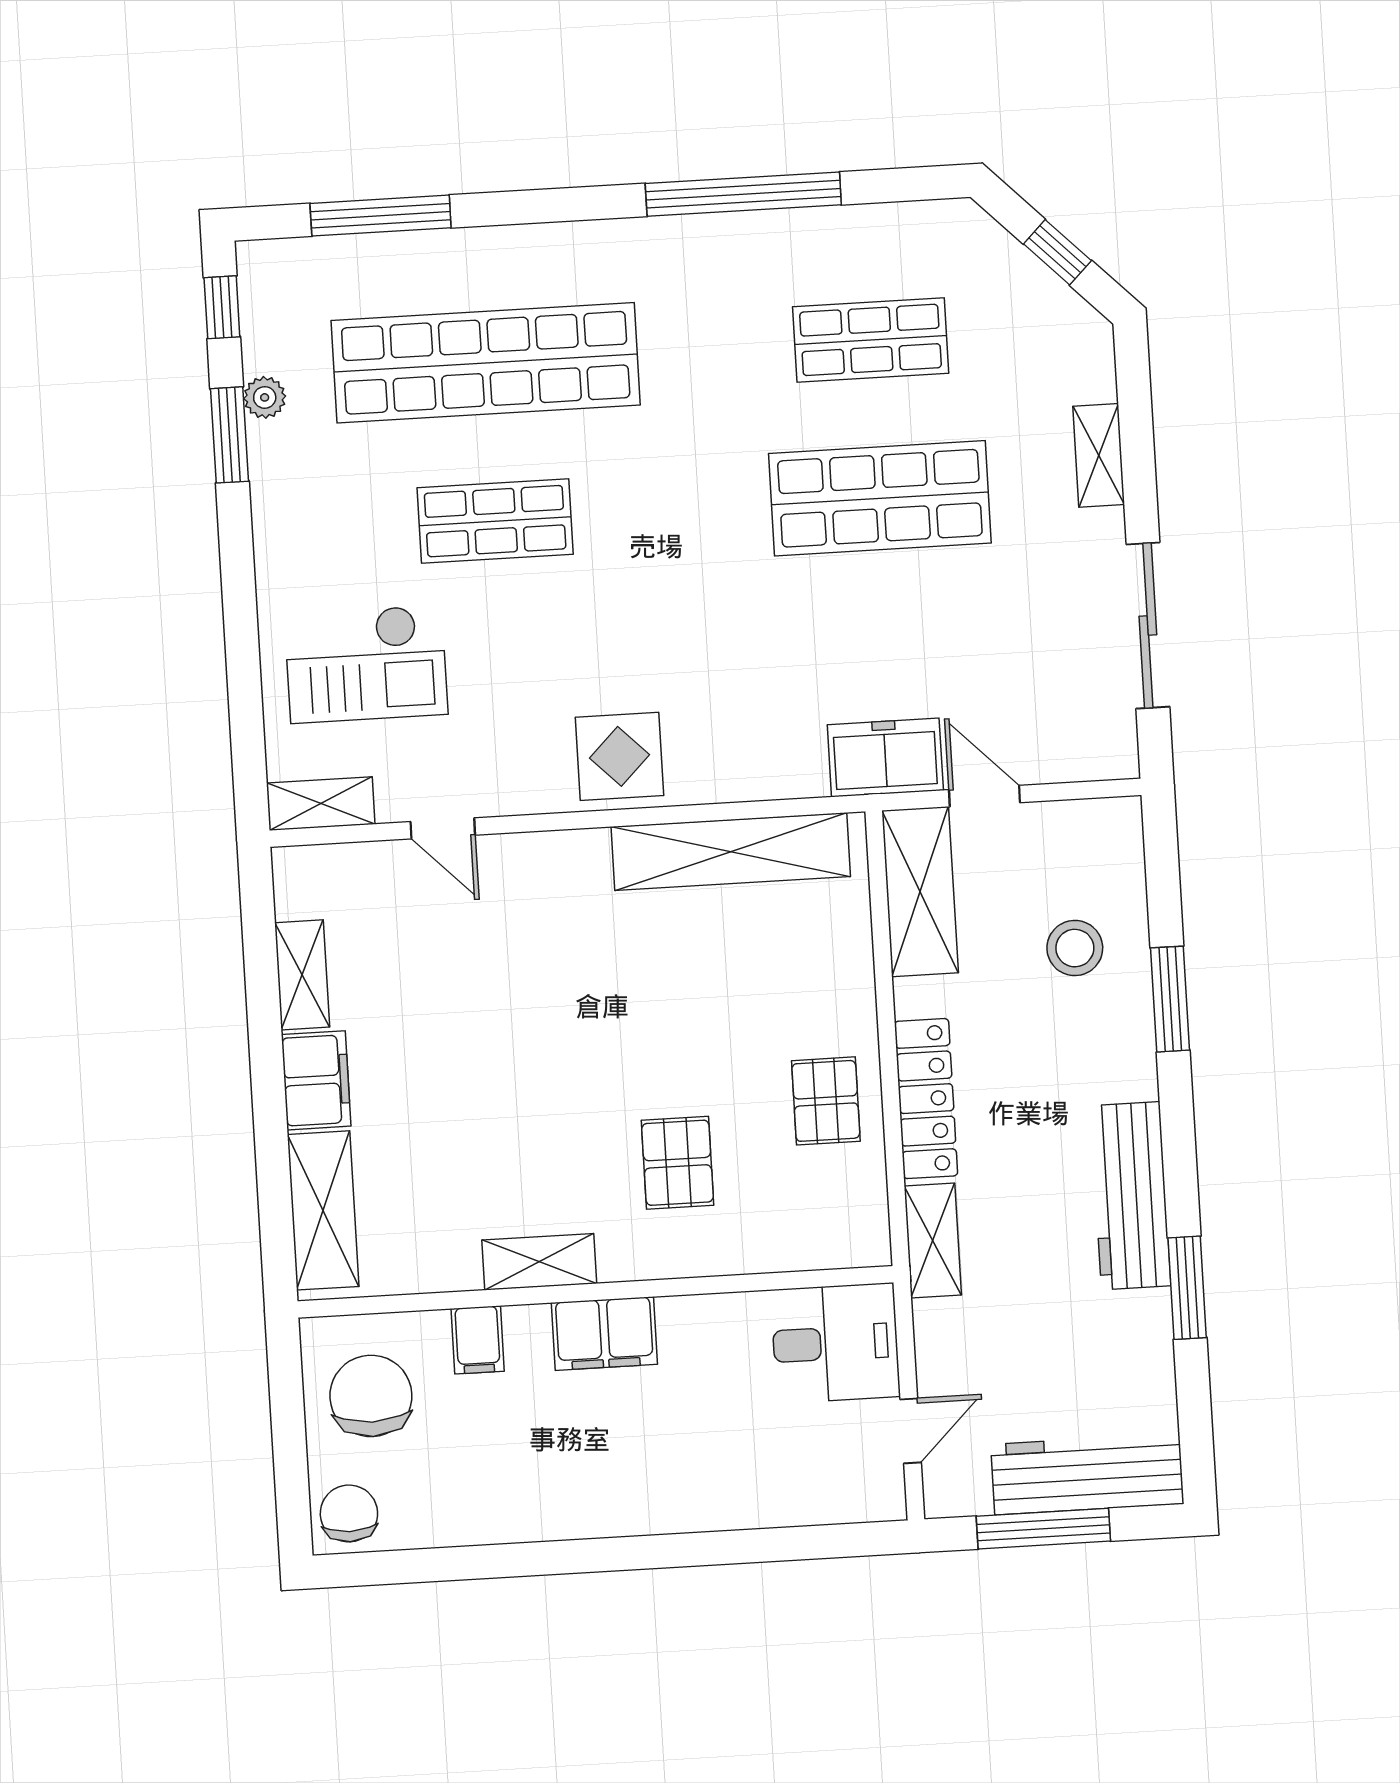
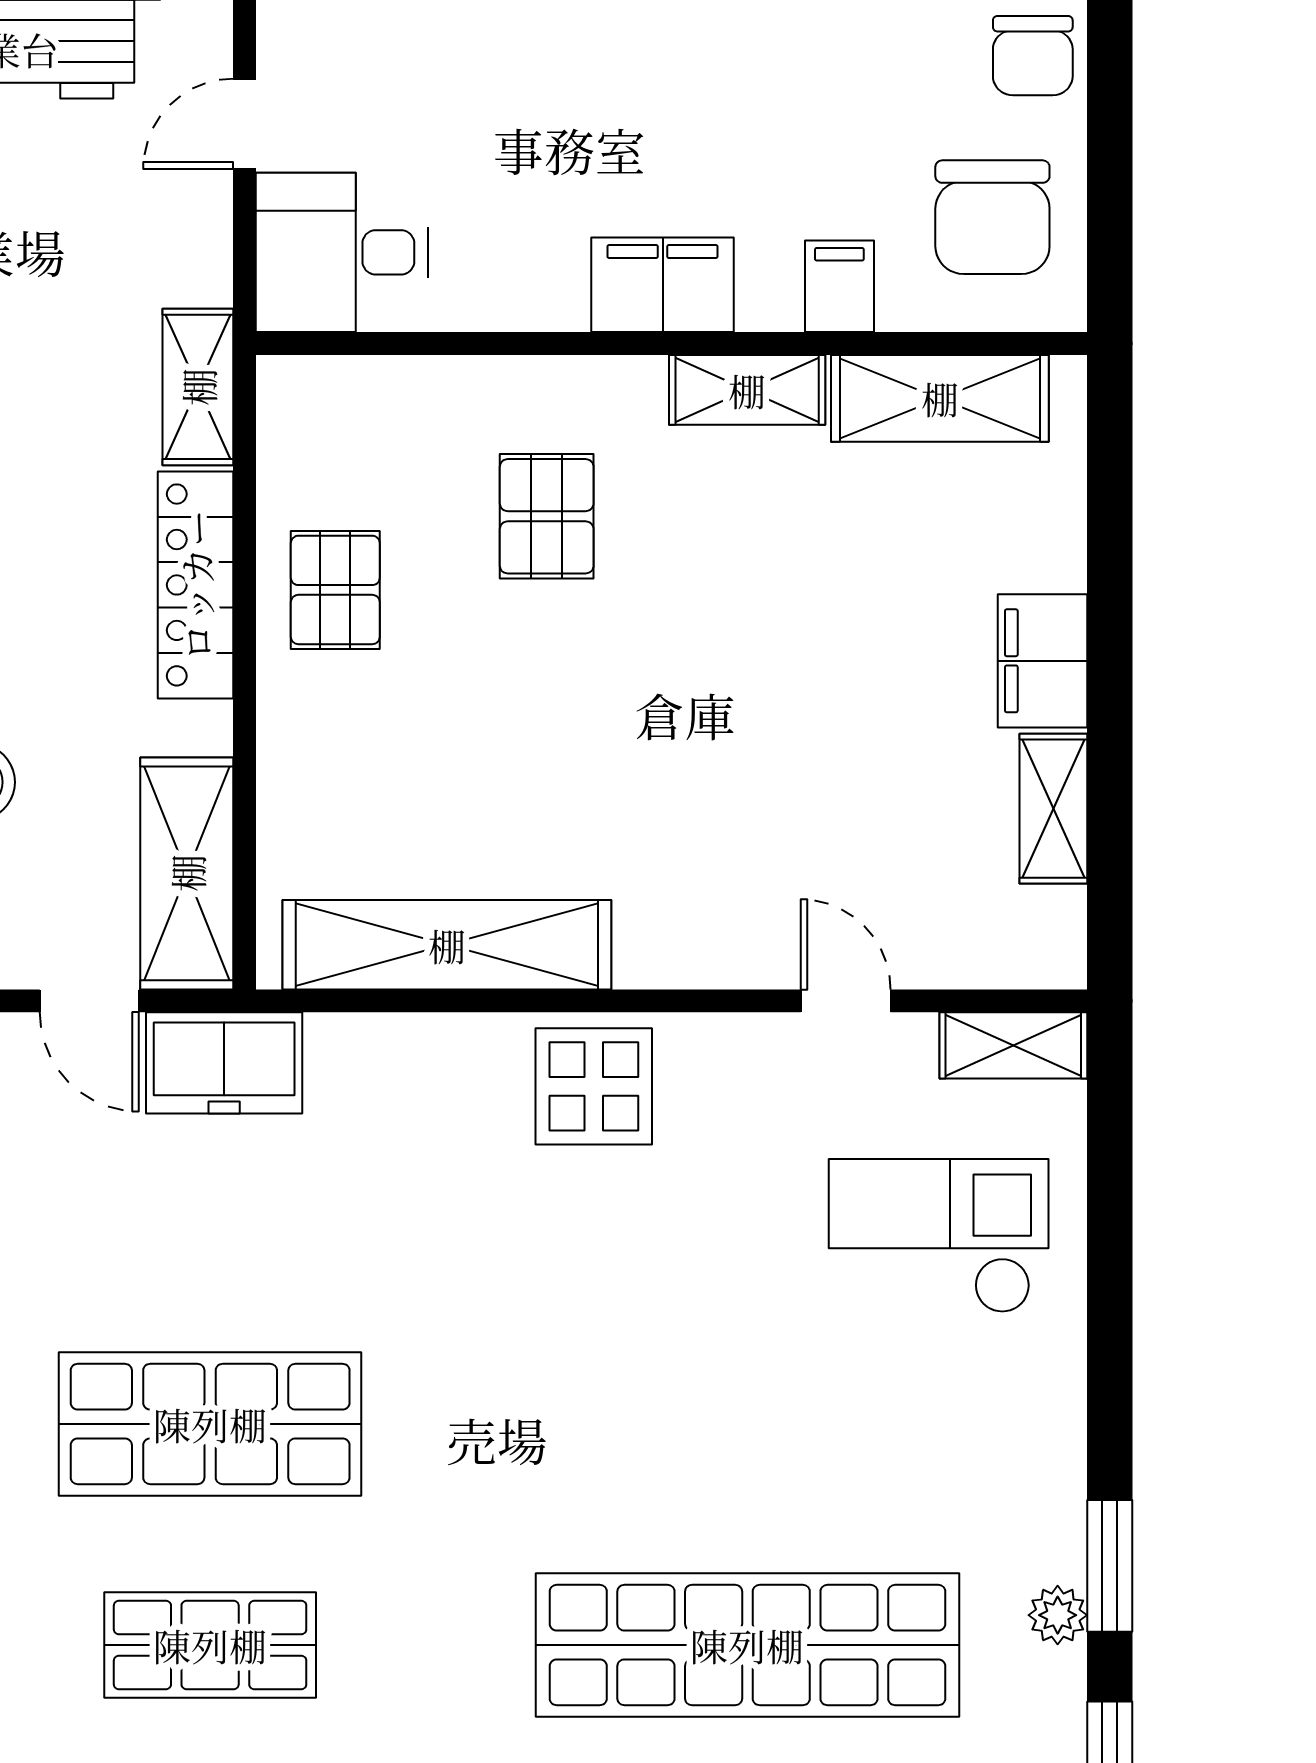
shop shelf: (495, 521) -> (747, 1424), removed
shelving: (323, 1210) -> (940, 398), moved, turned 90

